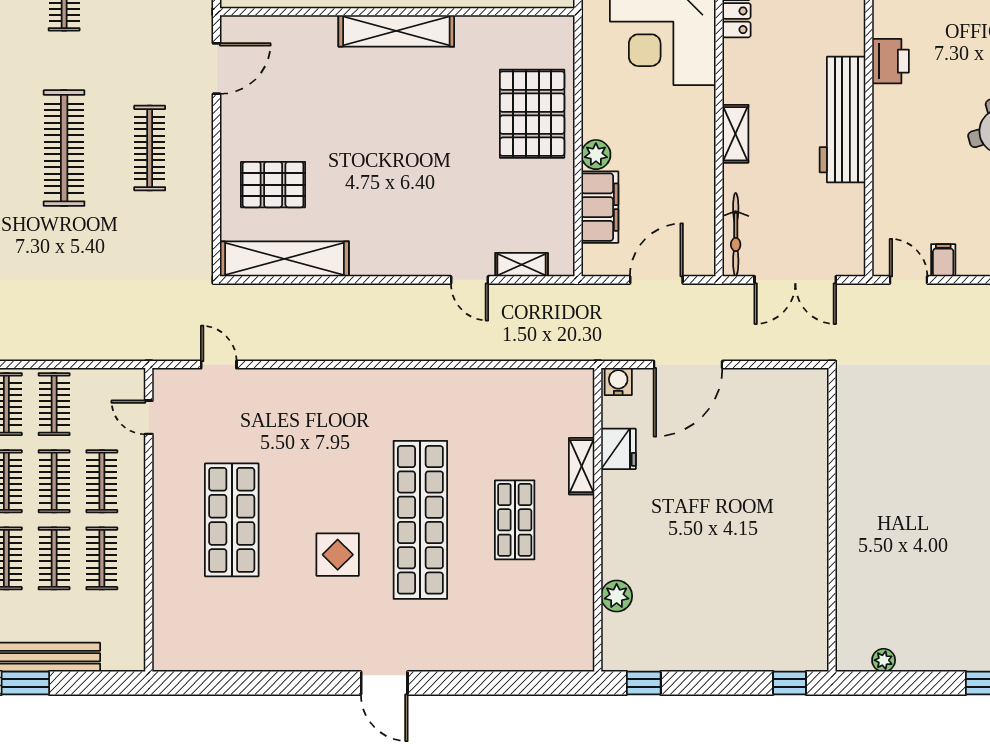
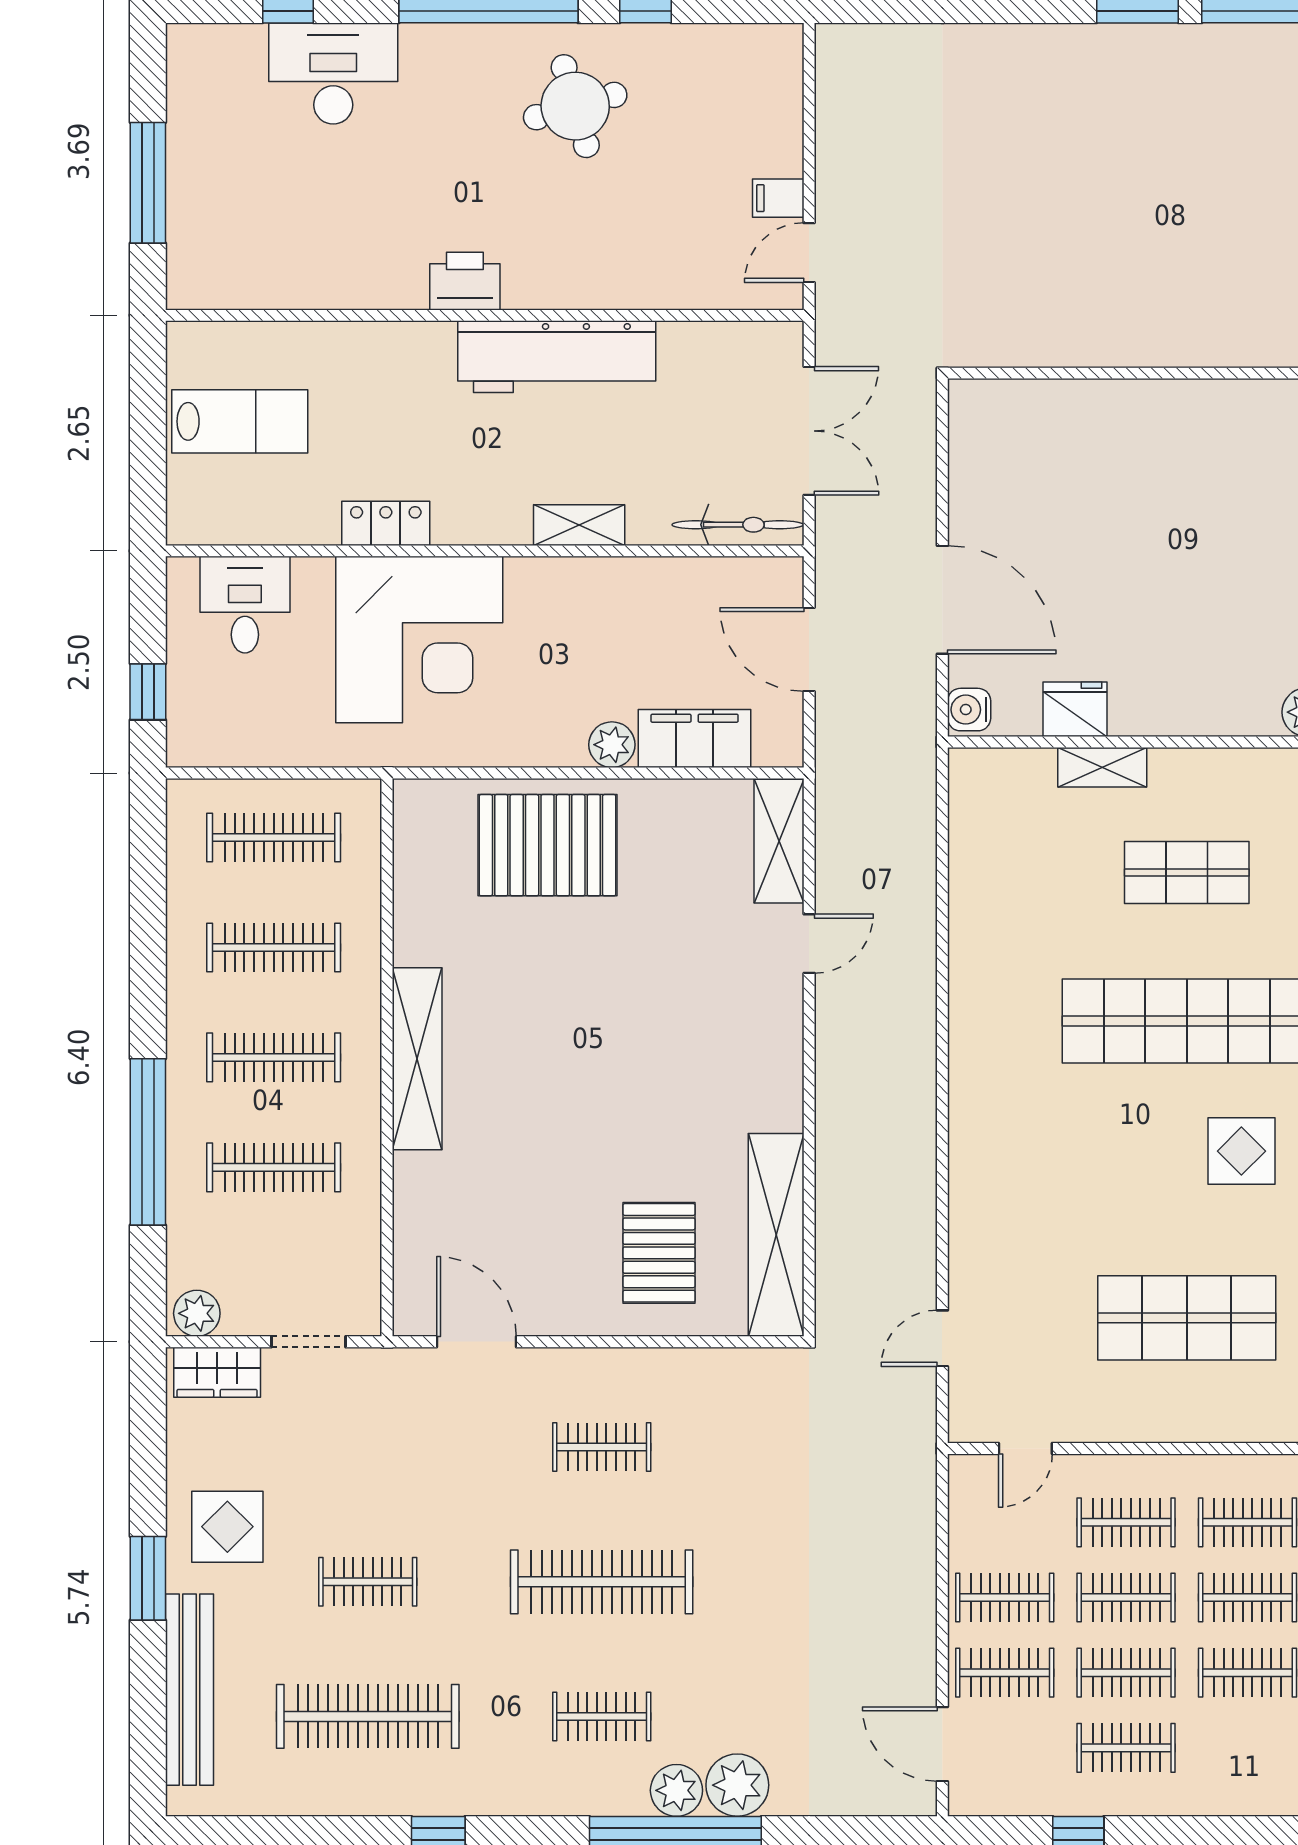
clothes rail: (150, 148) -> (602, 1447), width x0.73
shelving: (522, 265) -> (779, 841), width x1.50, depth x1.33

